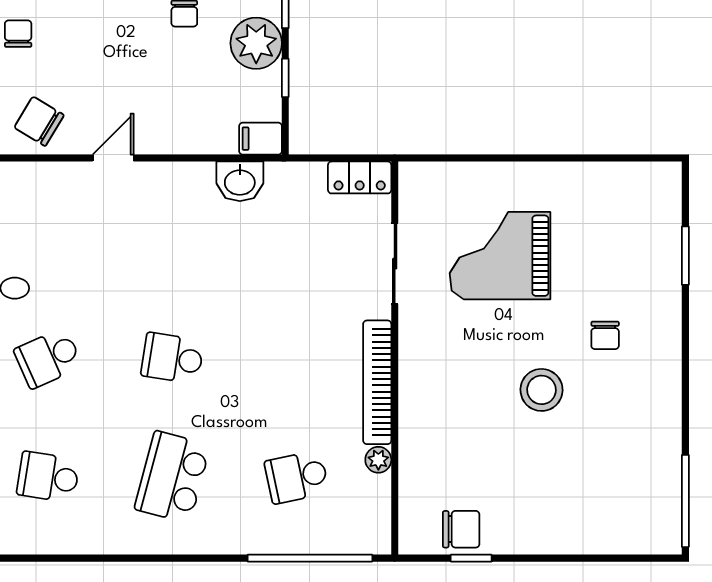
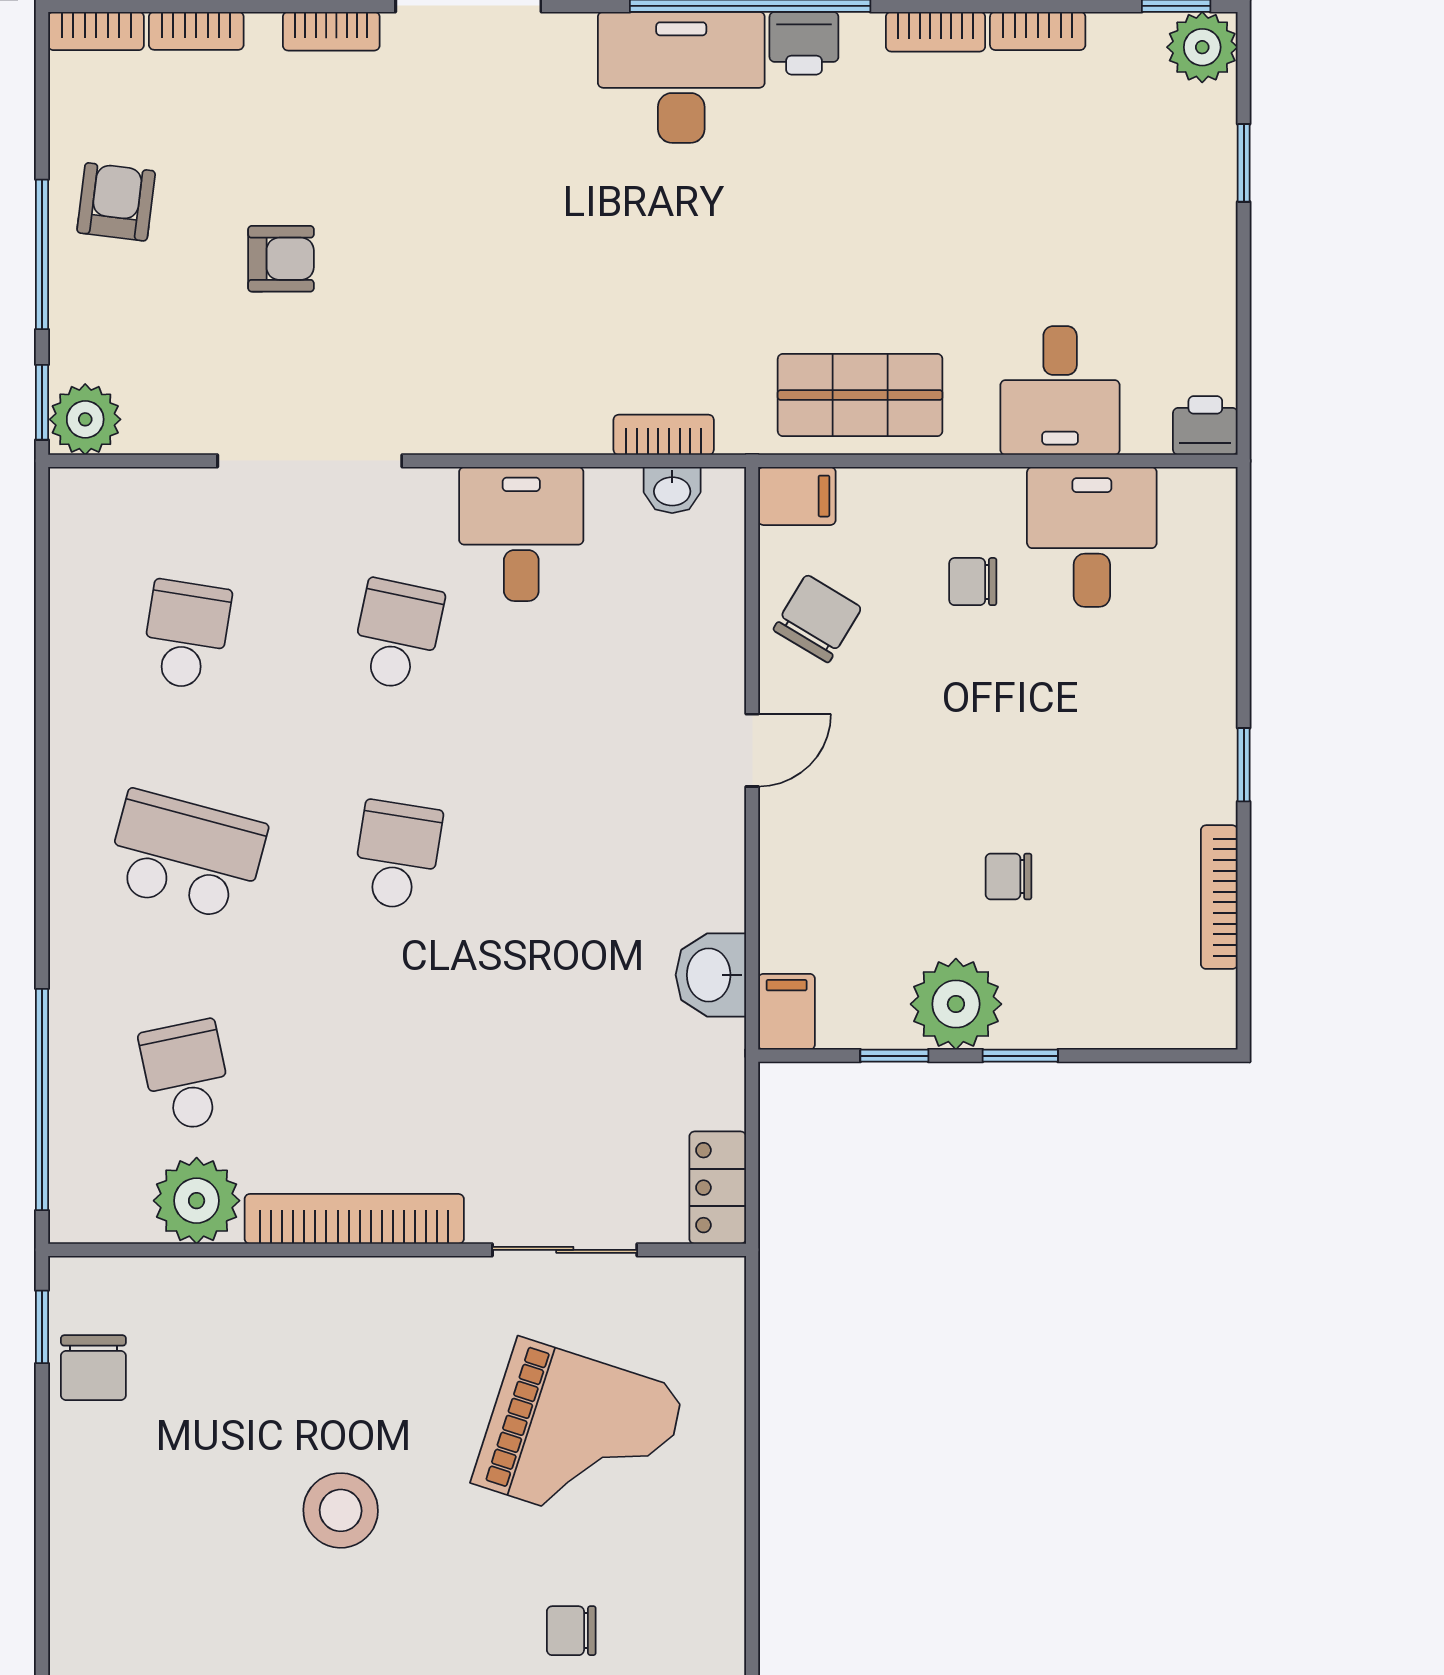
chair: (18, 34) -> (973, 582), turned 180
door: (113, 158) -> (752, 750), hinge flipped
grand piano: (500, 256) -> (579, 1437), turned 108
chair: (605, 335) -> (571, 1631), moved
school desk: (48, 358) -> (397, 635), turned 36
plant: (378, 460) -> (197, 1201), width x1.87, depth x1.87
window: (471, 558) -> (42, 1327), moved

